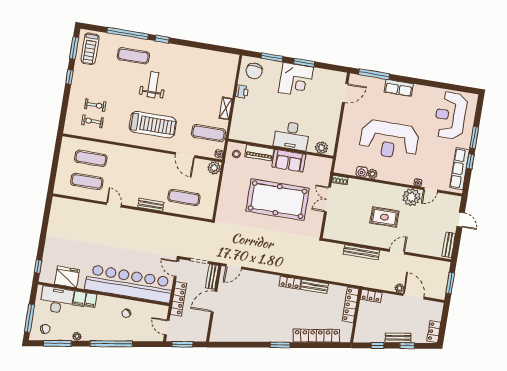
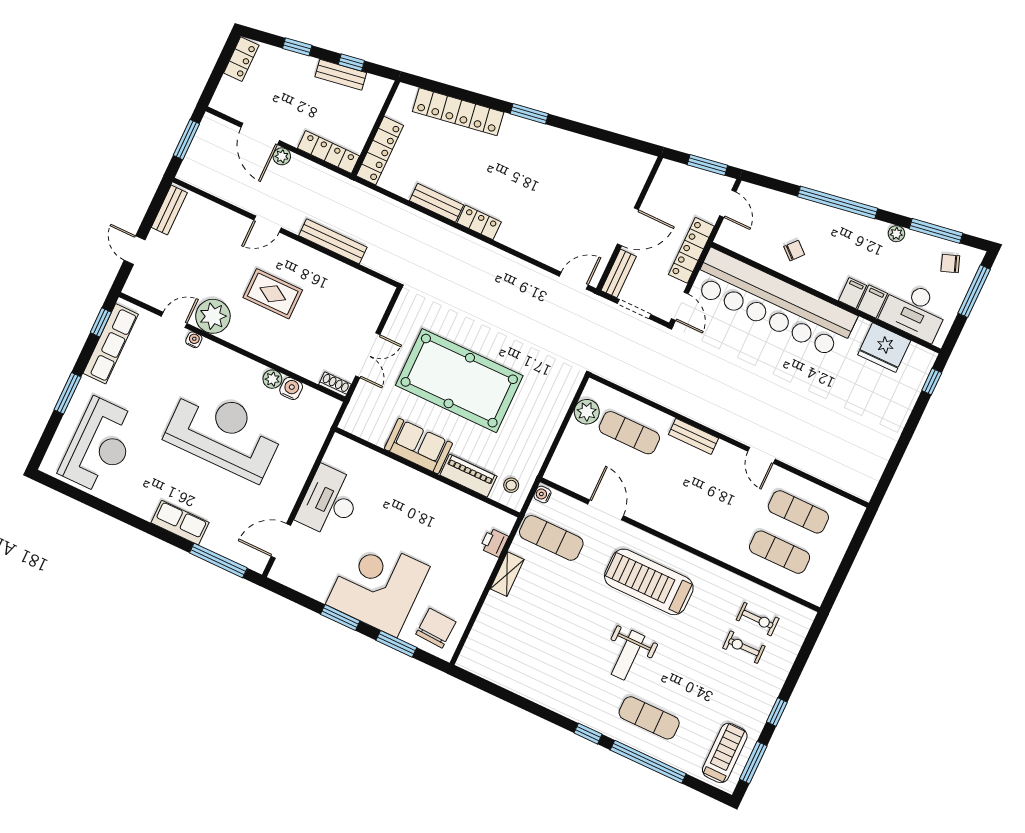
corner desk: (296, 80) -> (378, 585), width x1.36, depth x1.36
printer: (242, 92) -> (494, 542), moved
desk: (292, 136) -> (330, 502), moved, turned -90
plant: (322, 148) -> (352, 453), removed
window: (470, 161) -> (101, 322), moved
plant: (214, 168) -> (587, 412), moved
locker: (371, 296) -> (328, 152), width x1.53
bench: (398, 338) -> (341, 75), moved

